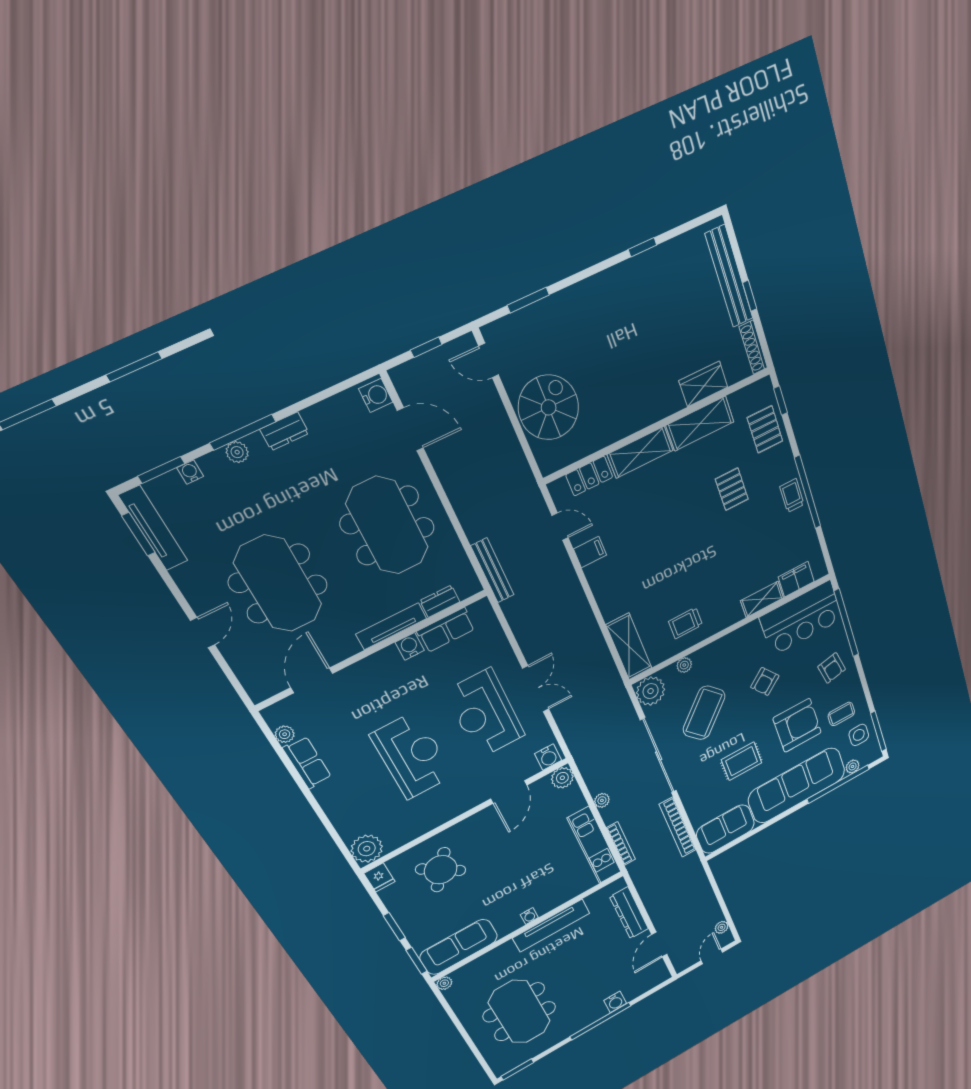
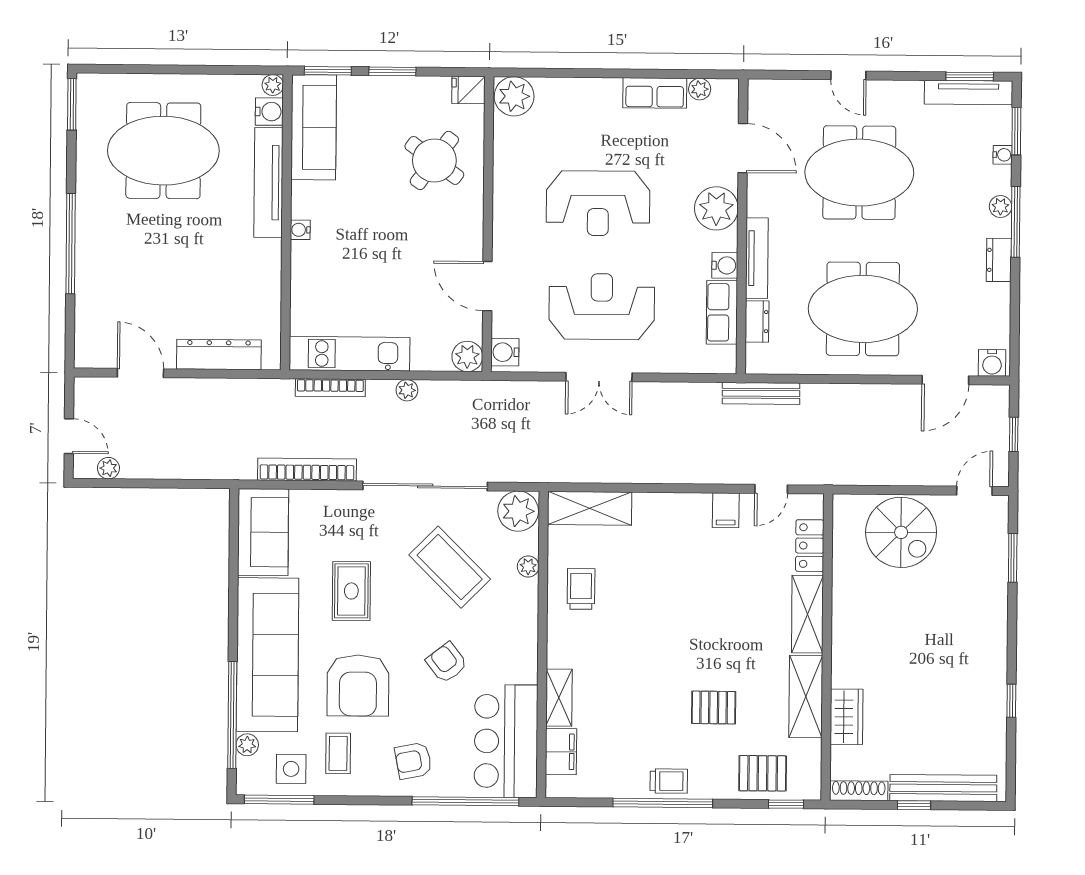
plant: (370, 675) -> (716, 208), added
tv unit: (551, 926) -> (268, 183), moved
water cooler: (615, 1002) -> (269, 112), moved, turned 180

